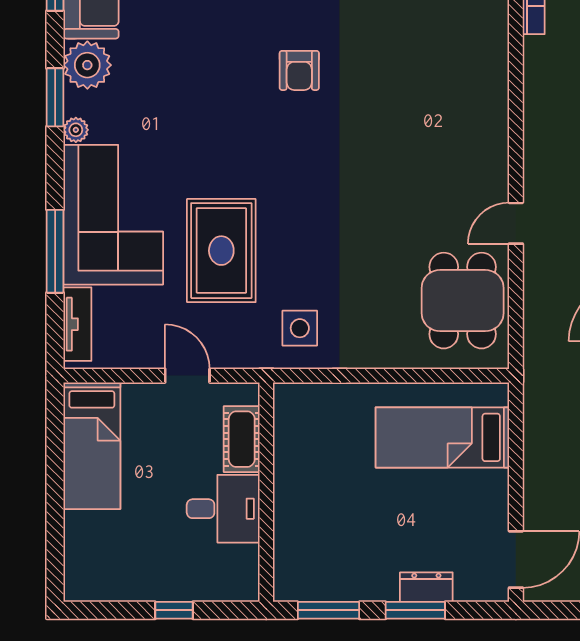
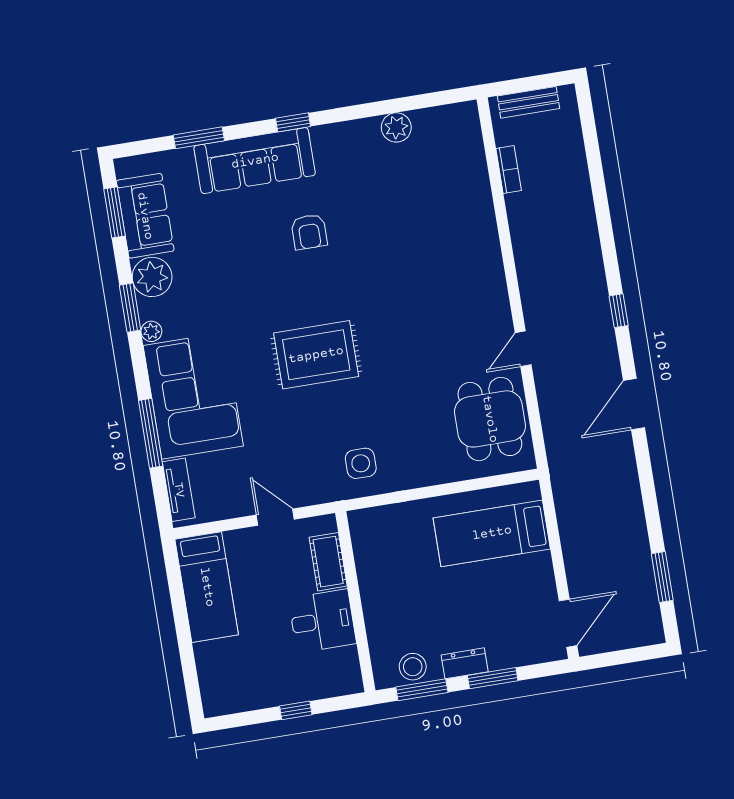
armchair: (299, 70) -> (309, 232), moved
rug: (221, 251) -> (316, 355), moved, turned 90
stool: (322, 581) -> (413, 667), added
dresser: (426, 587) -> (465, 663), moved

